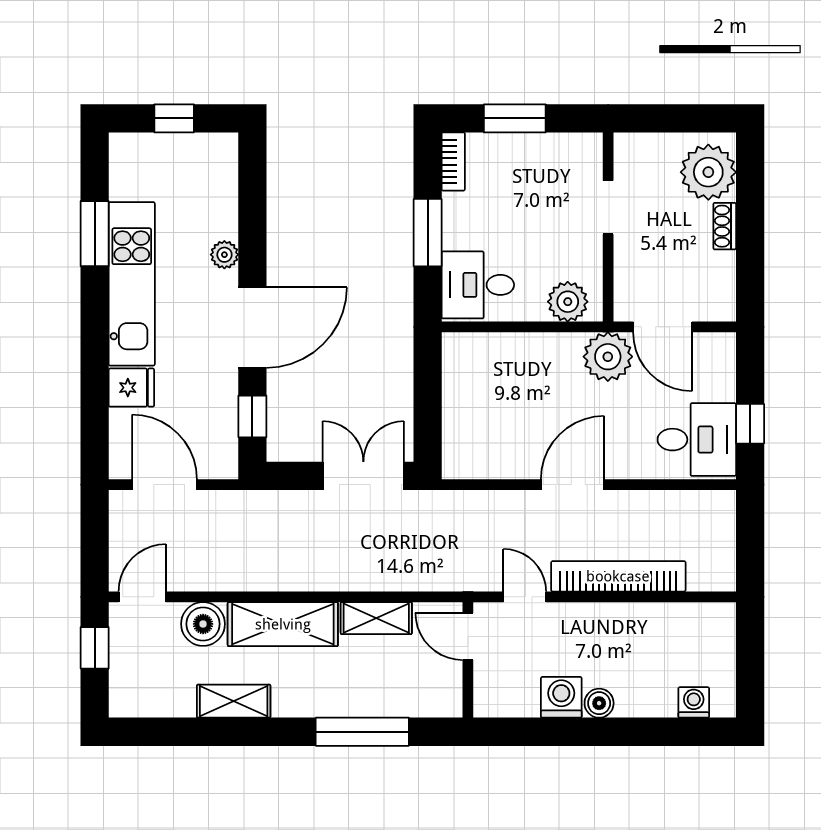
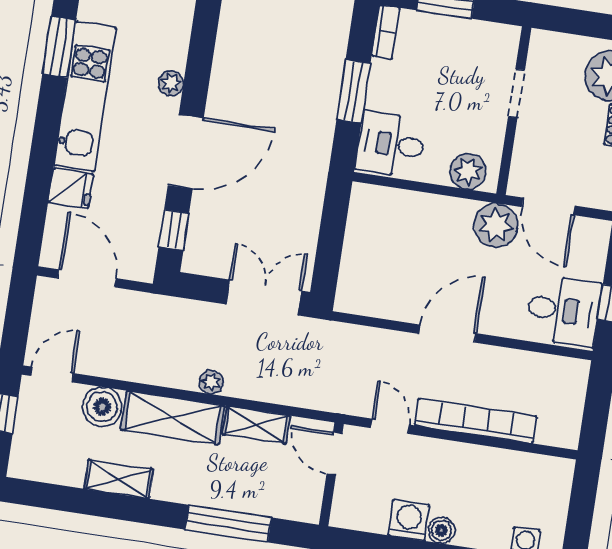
plant: (320, 578) -> (211, 382), added

